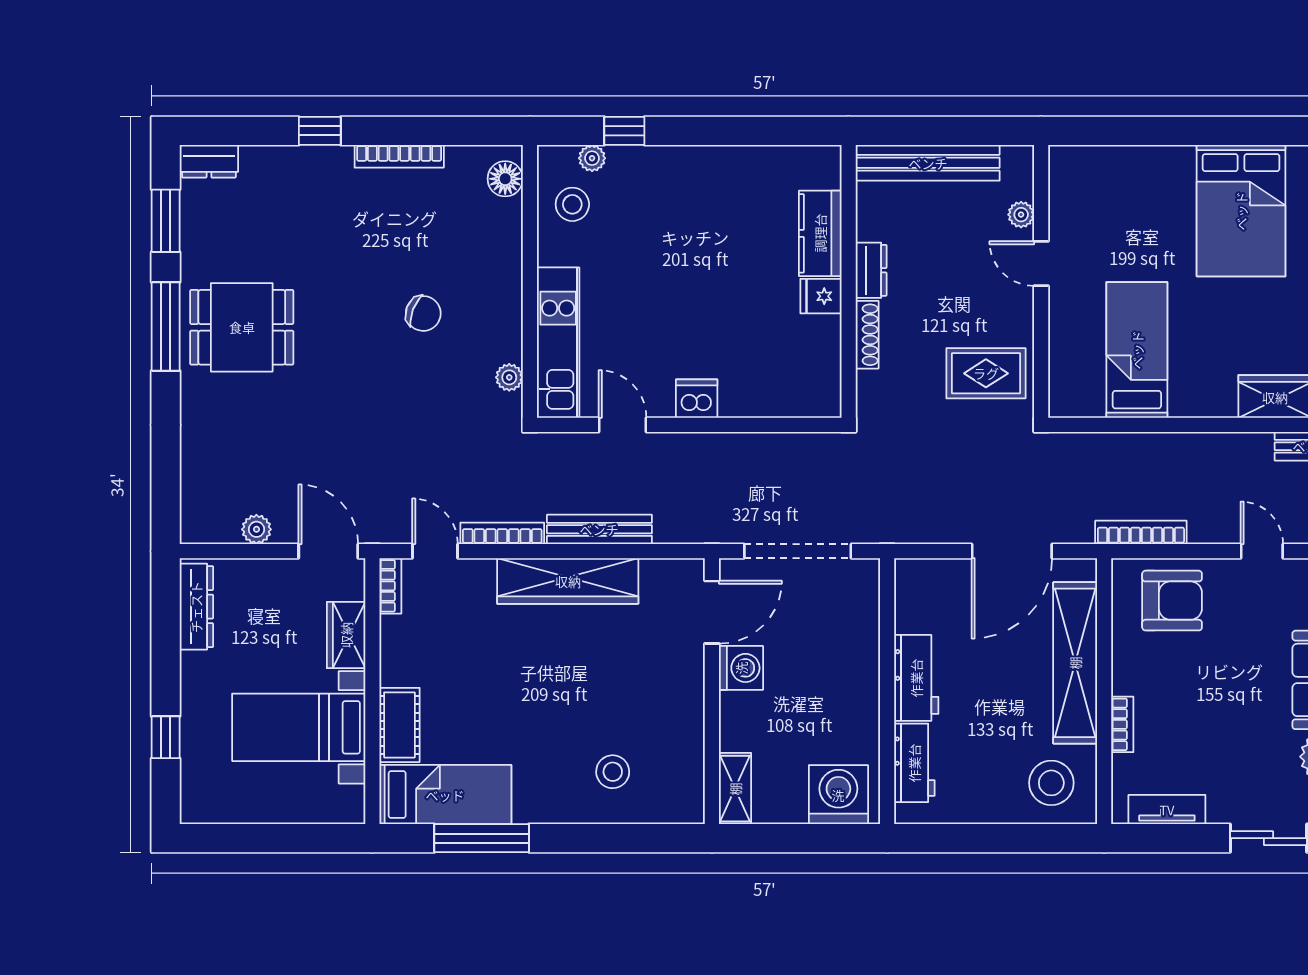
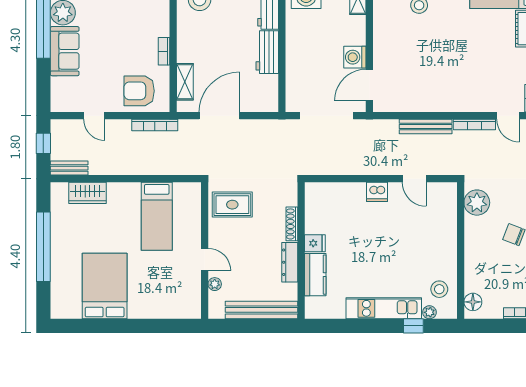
dresser: (871, 270) -> (290, 262), width x1.44
kitchen unit: (558, 343) -> (384, 308), moved, turned 90
plant: (509, 377) -> (477, 203), width x1.88, depth x1.88
wardrobe: (568, 581) -> (442, 101), removed
shelving: (1075, 663) -> (185, 82), width x0.45, depth x0.75
bookcase: (1122, 724) -> (164, 51), moved

